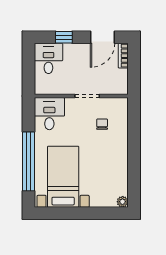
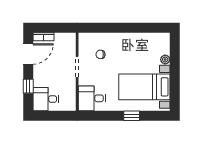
door: (103, 37) -> (28, 54), hinge flipped
window: (28, 161) -> (132, 116), width x0.32
plant: (123, 202) -> (165, 59), moved

